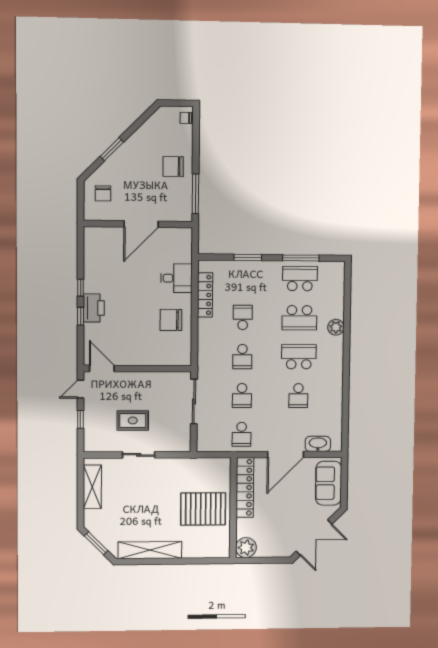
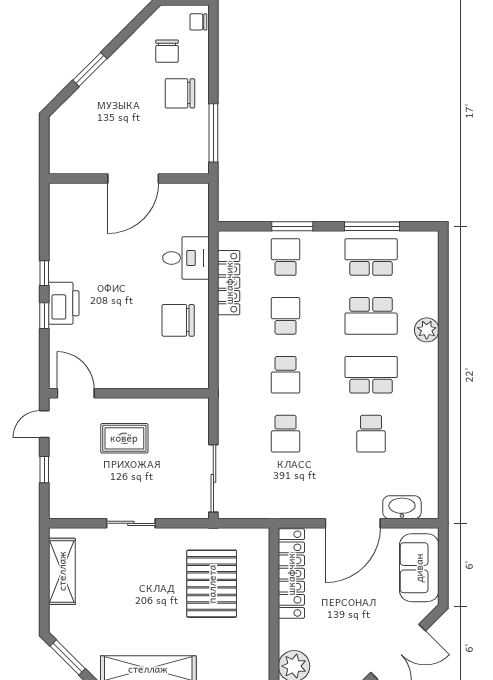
chair: (103, 193) -> (167, 51), moved
sliding door: (194, 402) -> (213, 478), moved
rug: (133, 420) -> (124, 438), moved
school desk: (242, 434) -> (286, 257), moved, turned 180
pallet: (203, 509) -> (212, 584), moved, turned 90

